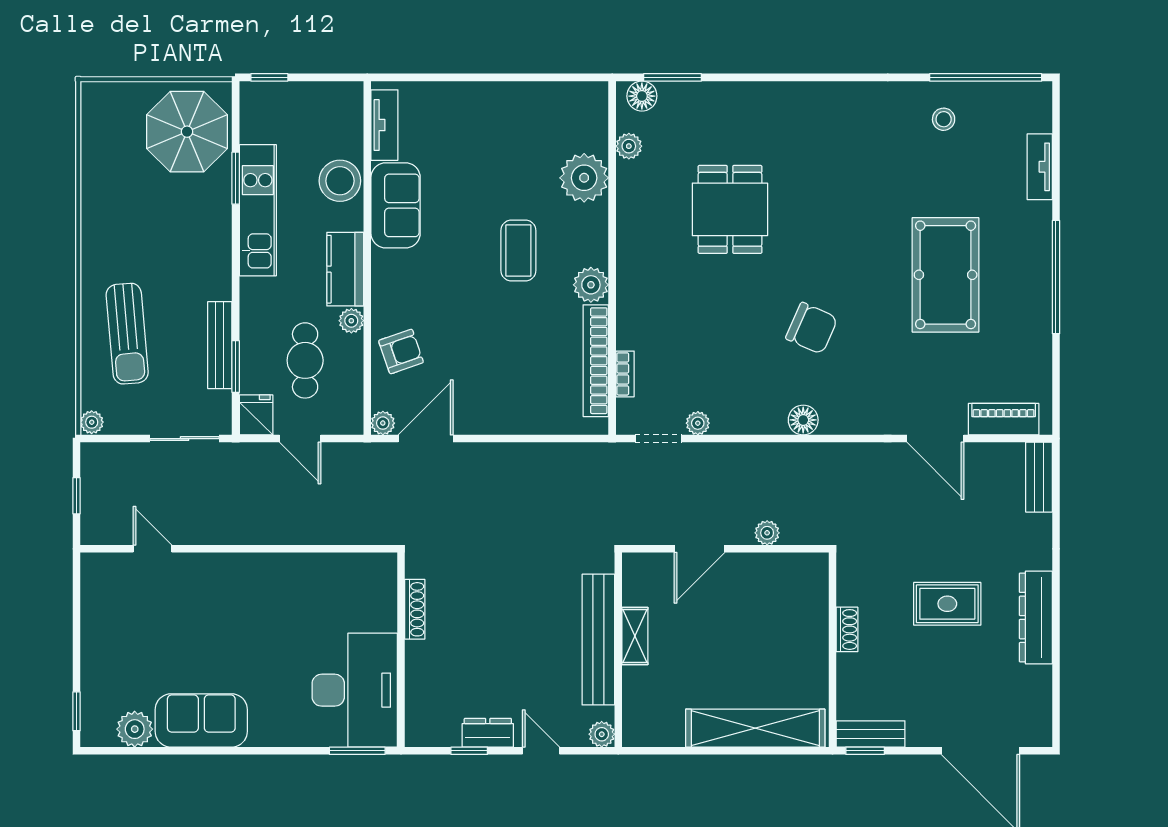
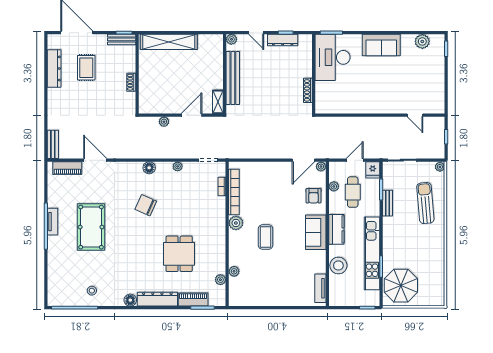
floor lamp: (642, 96) -> (130, 300), moved
piano: (696, 97) -> (193, 300), added
dresser: (783, 98) -> (157, 299), added
tv unit: (1040, 167) -> (53, 222), moved
plant: (584, 178) -> (234, 271), width x0.53, depth x0.53
sofa: (396, 205) -> (316, 232), moved
kitchen unit: (258, 210) -> (372, 253), width x1.36
plant: (351, 321) -> (334, 186), moved
bench: (220, 345) -> (388, 203), width x0.73
armchair: (401, 351) -> (313, 196), turned -71
plant: (698, 423) -> (178, 166), moved
door: (300, 439) -> (355, 160), hinge flipped
rug: (947, 604) -> (86, 68), moved, turned 90
dresser: (1036, 617) -> (54, 68), moved
shelving: (635, 636) -> (218, 102), moved
sofa: (201, 720) -> (381, 45), moved
dresser: (488, 733) -> (283, 40), width x1.44

